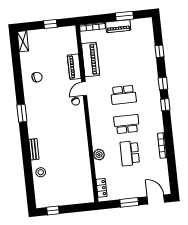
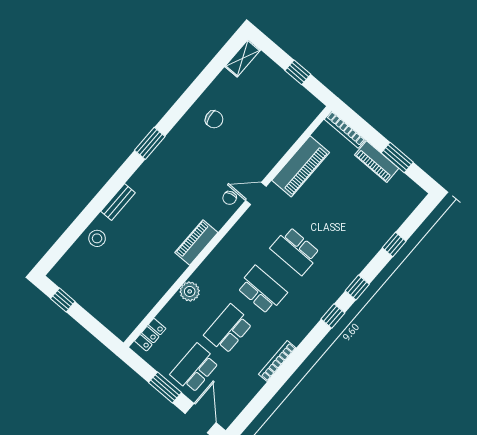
piano: (74, 67) -> (196, 242), moved
school desk: (133, 183) -> (195, 368), added

